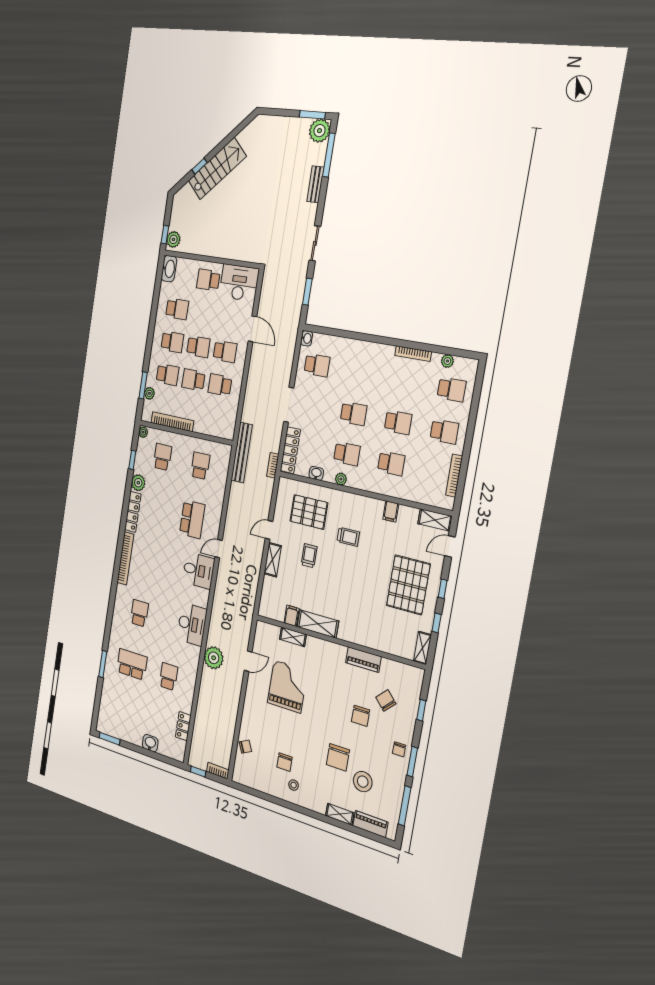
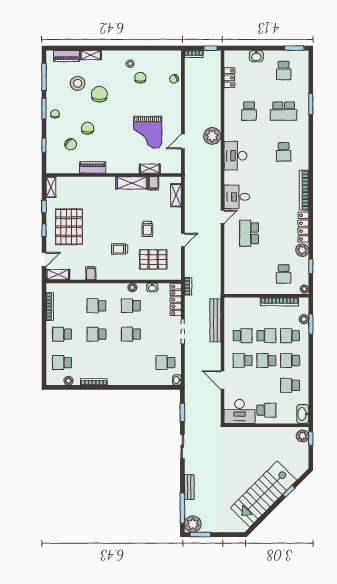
stairs: (217, 169) -> (264, 494), width x1.36, depth x1.51
bench: (242, 453) -> (215, 320), moved
school desk: (200, 466) -> (284, 70), moved
shelving: (273, 560) -> (176, 195), moved

